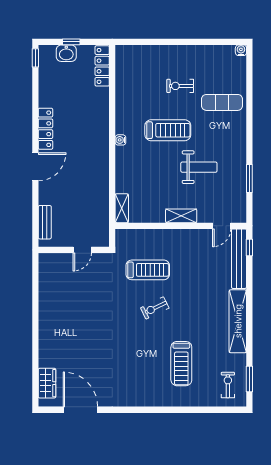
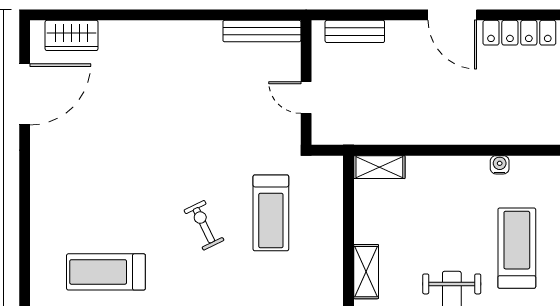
treadmill: (168, 130) -> (517, 248), turned 180
bench: (45, 275) -> (262, 31), added

